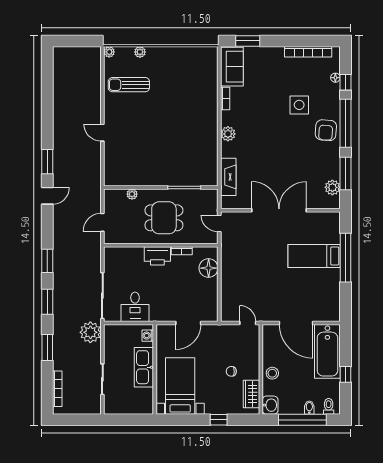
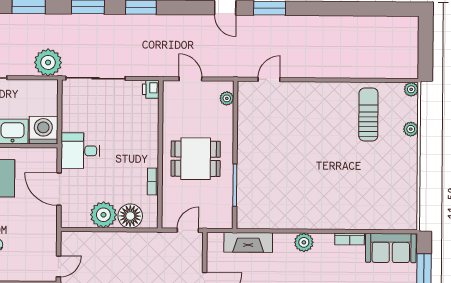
door: (102, 133) -> (269, 79), moved
plant: (132, 194) -> (227, 98), moved
dining table: (164, 218) -> (196, 159), turned 90
printer: (157, 256) -> (151, 89), moved, width x0.53, depth x0.68
plant: (208, 289) -> (103, 215), added
desk: (135, 307) -> (80, 151), moved
washing machine: (148, 336) -> (43, 130), width x1.89, depth x1.89

